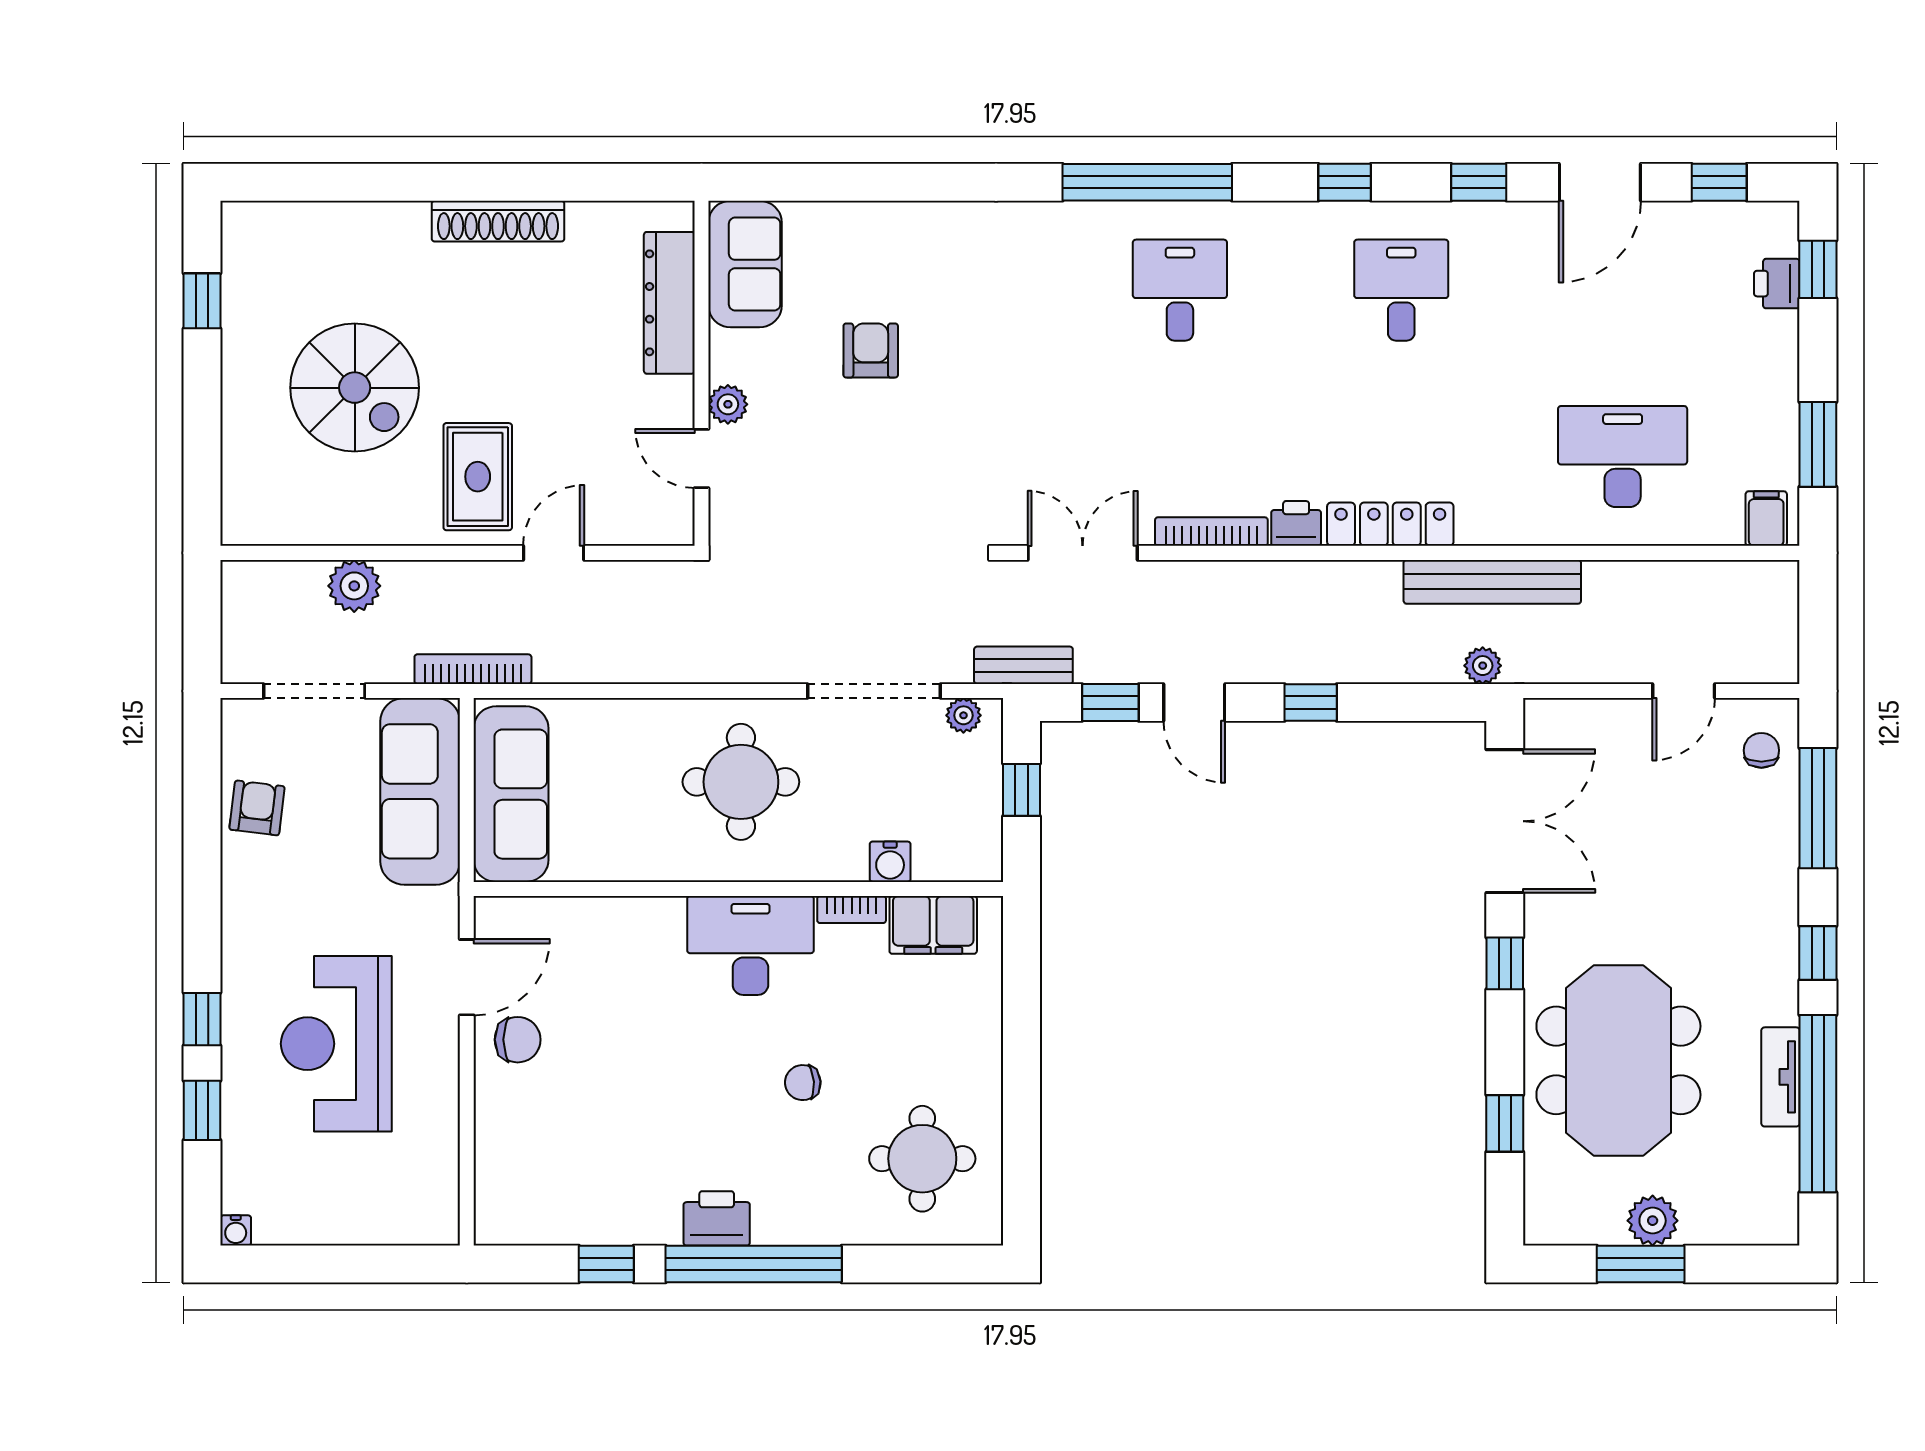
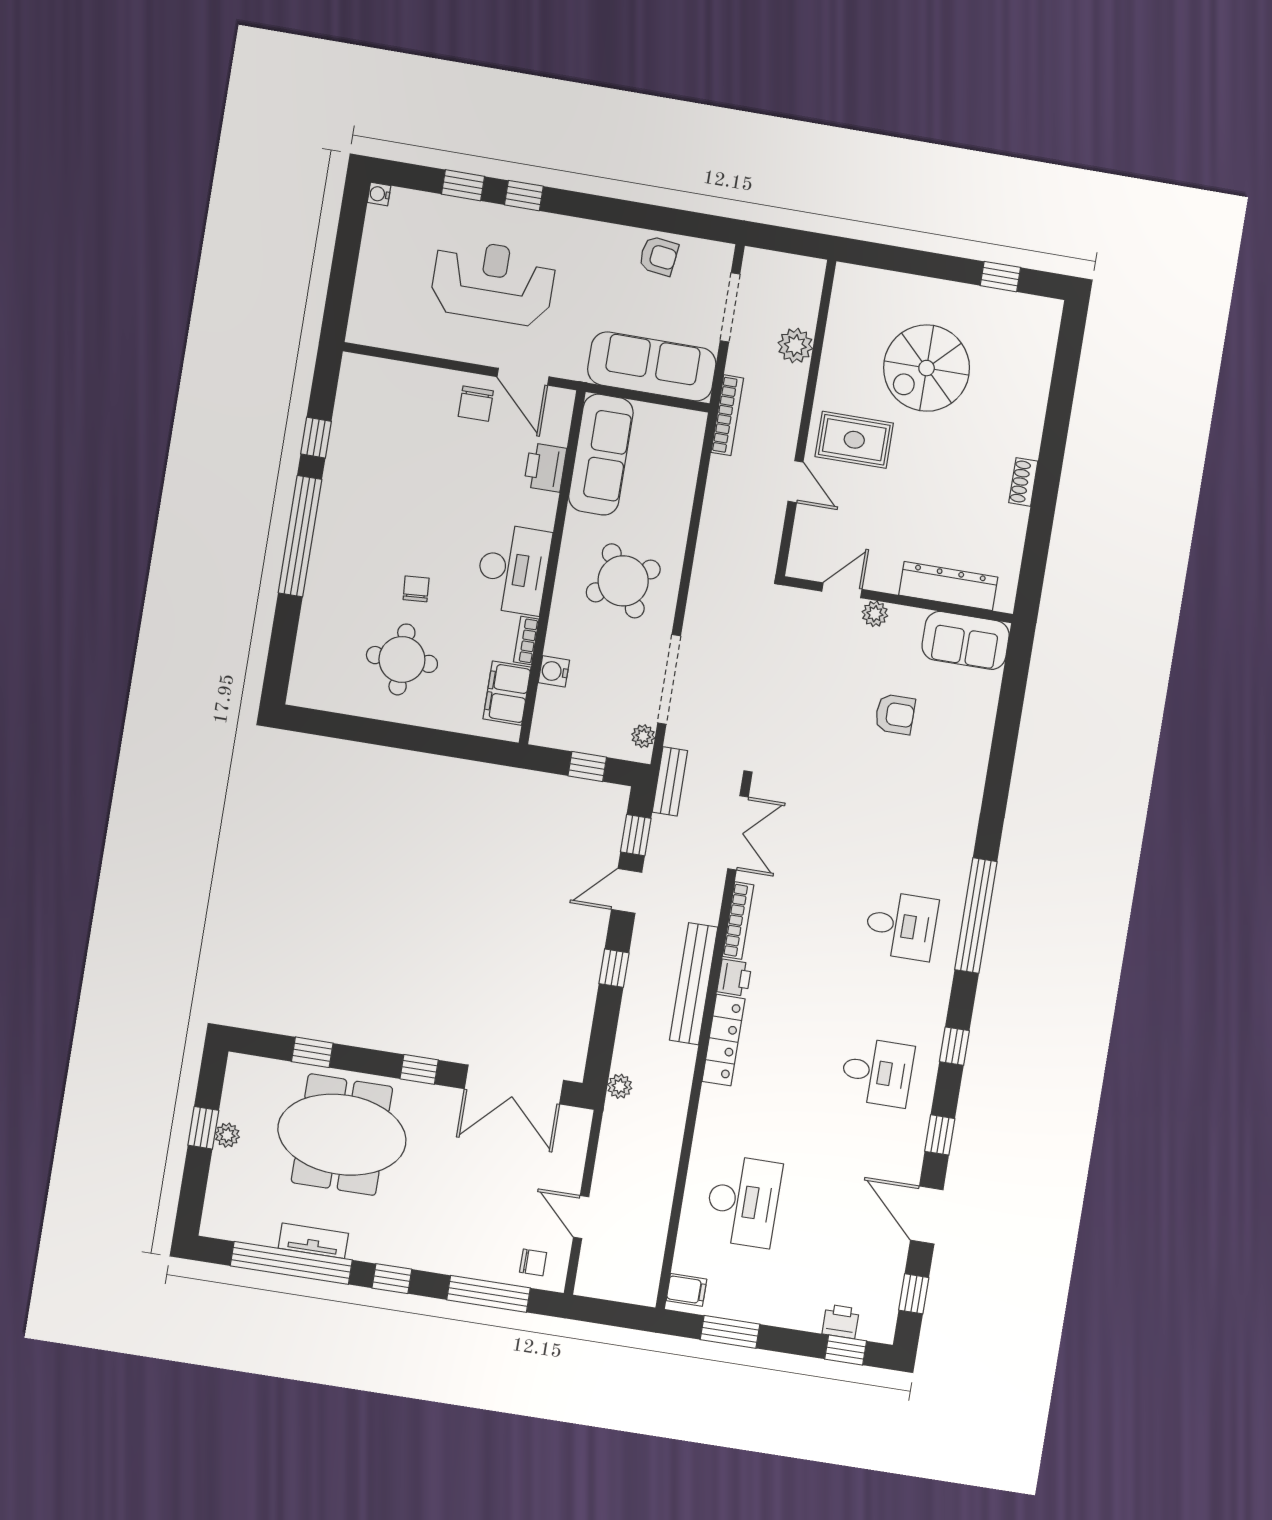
shoe rack: (498, 221) -> (1023, 482), width x0.51, depth x0.81
bench: (1492, 582) -> (694, 984), moved
round table: (741, 782) -> (623, 581), turned -32
sofa: (511, 794) -> (601, 455), moved, turned -90
round table: (922, 1159) -> (402, 659), moved
printer: (717, 1218) -> (545, 467), moved, turned 180
plant: (1653, 1221) -> (227, 1135), width x0.73, depth x0.73
window: (1641, 1264) -> (203, 1128), width x0.67

